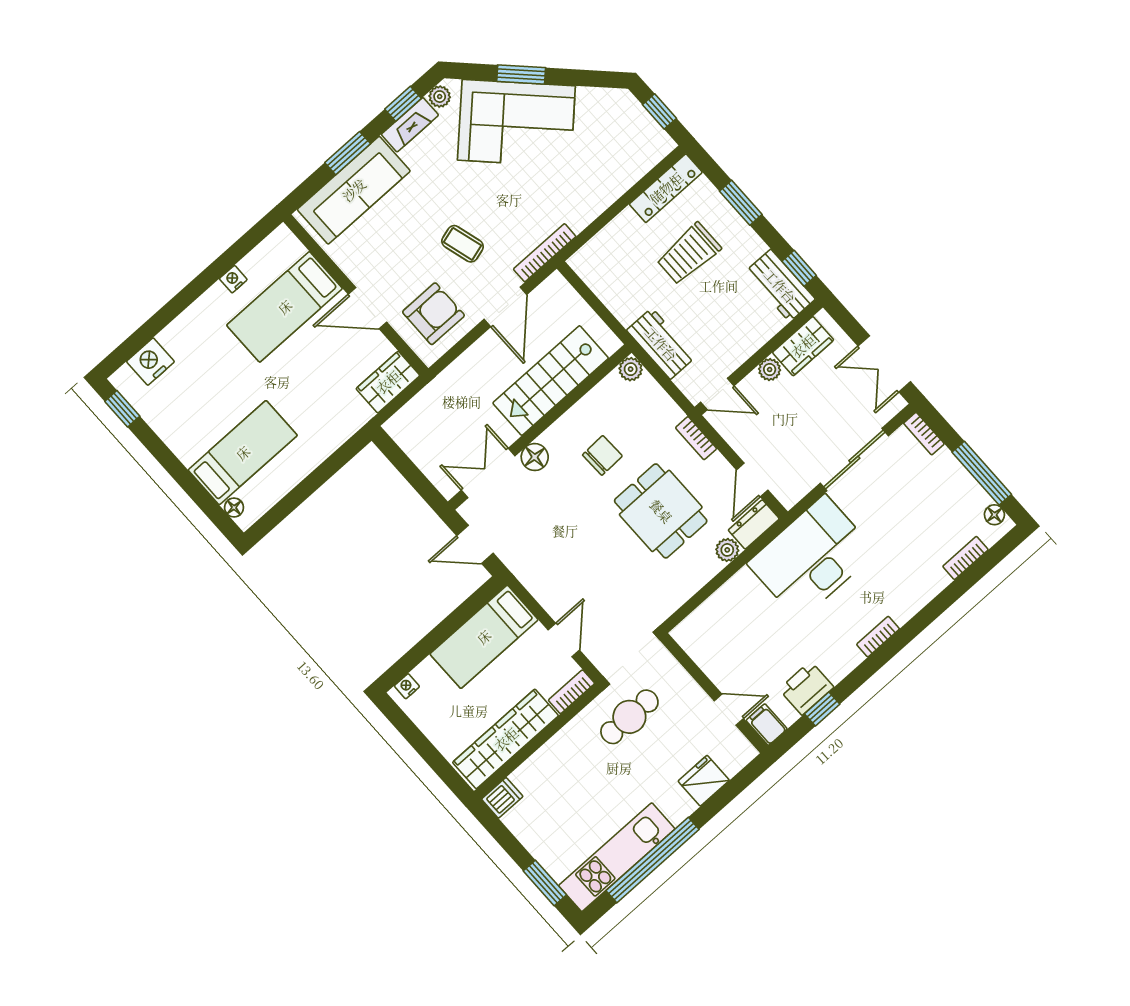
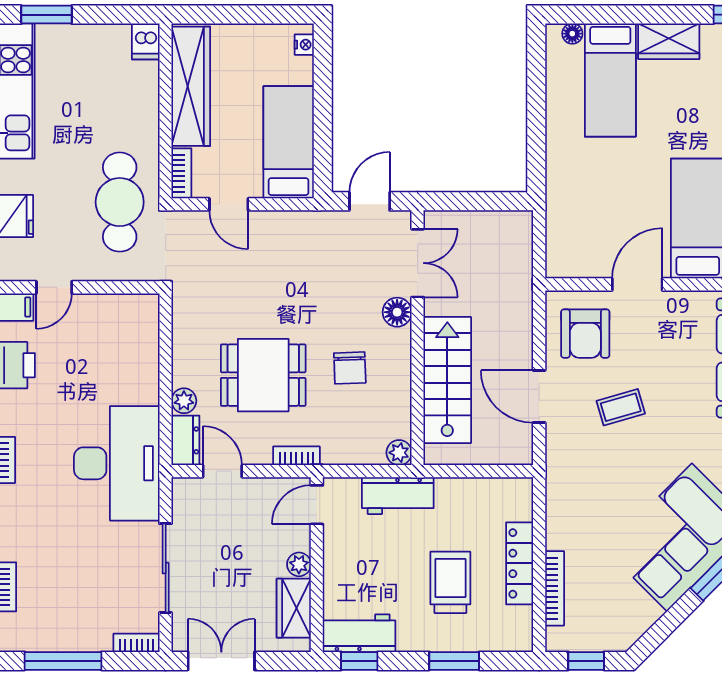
locker: (666, 188) -> (520, 563), moved
bookcase: (545, 253) -> (555, 588), moved
wardrobe: (388, 382) -> (669, 41), moved, turned 90
floor lamp: (994, 515) -> (20, 641), removed
cafe table: (629, 717) -> (120, 202), width x1.37, depth x1.35

